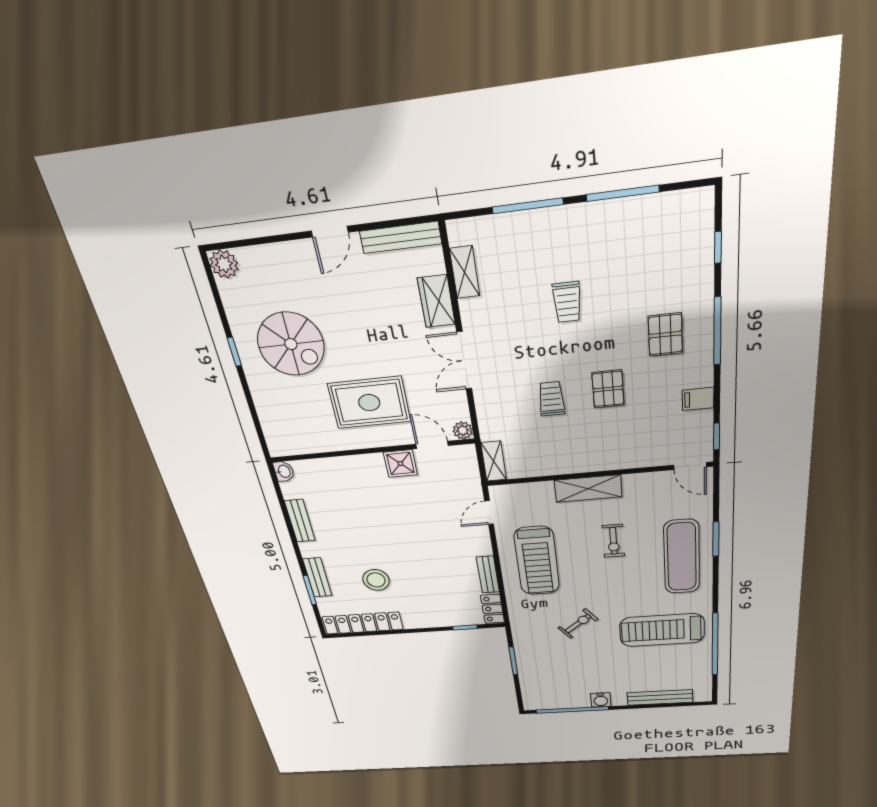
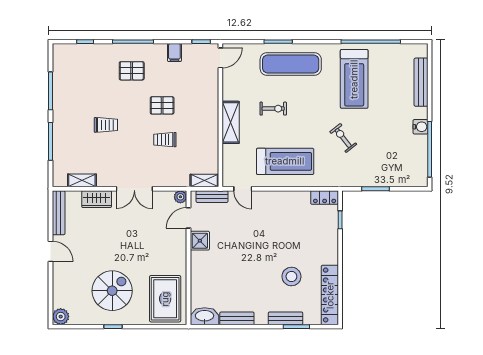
rug: (369, 403) -> (165, 299), moved
washbasin: (284, 471) -> (205, 316), width x1.91, depth x1.45
bench: (488, 575) -> (212, 197), moved

